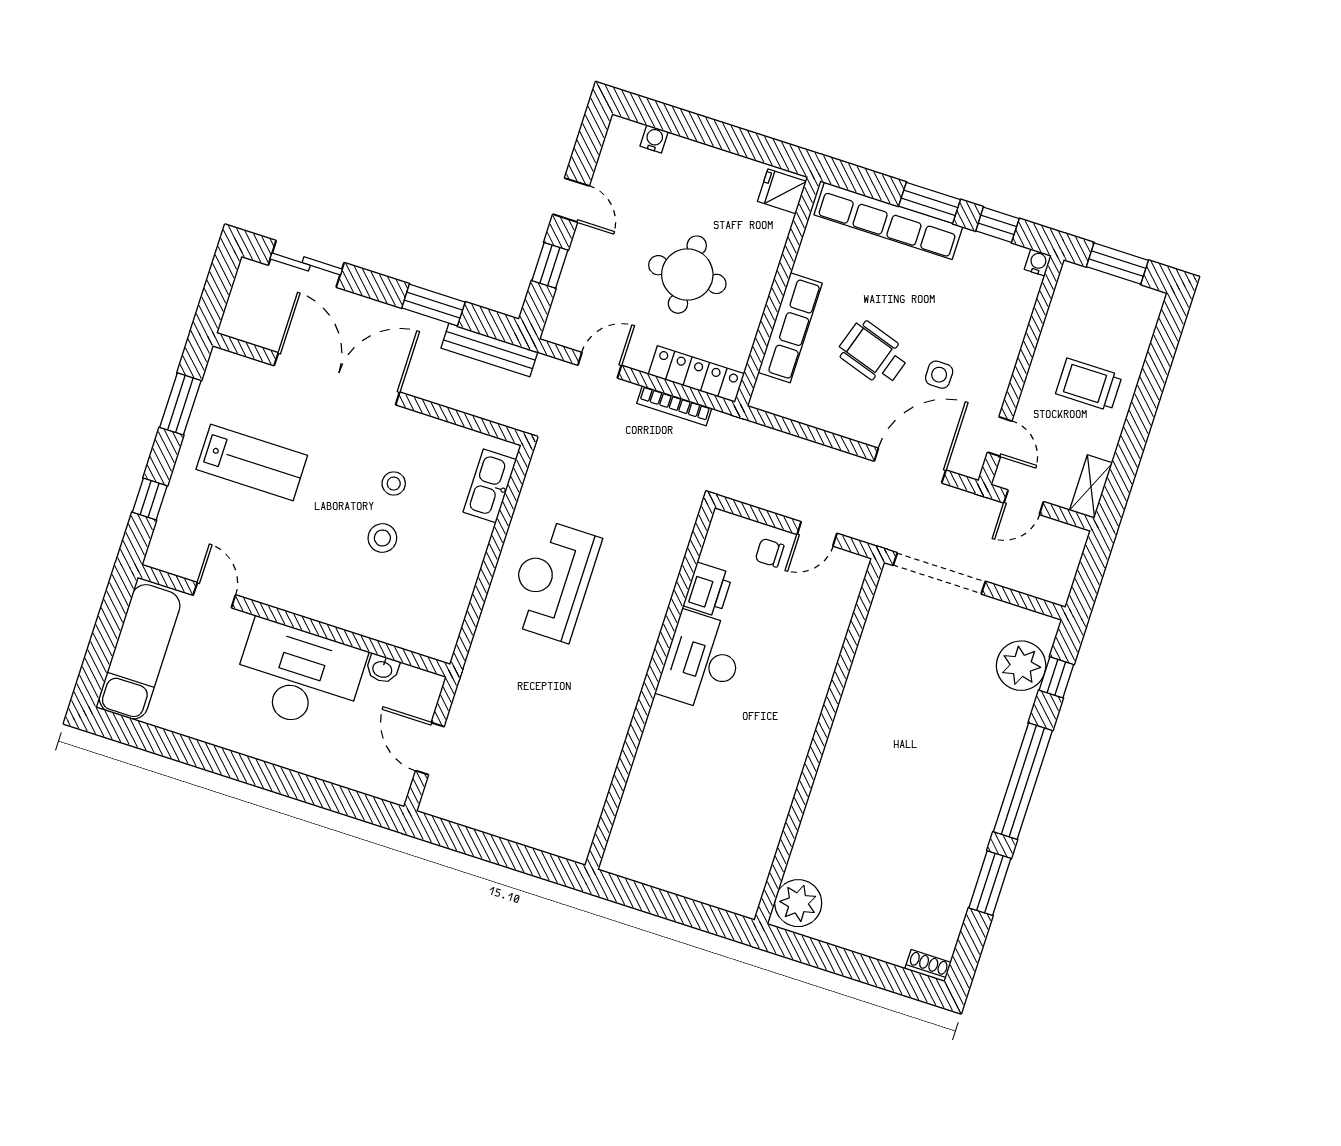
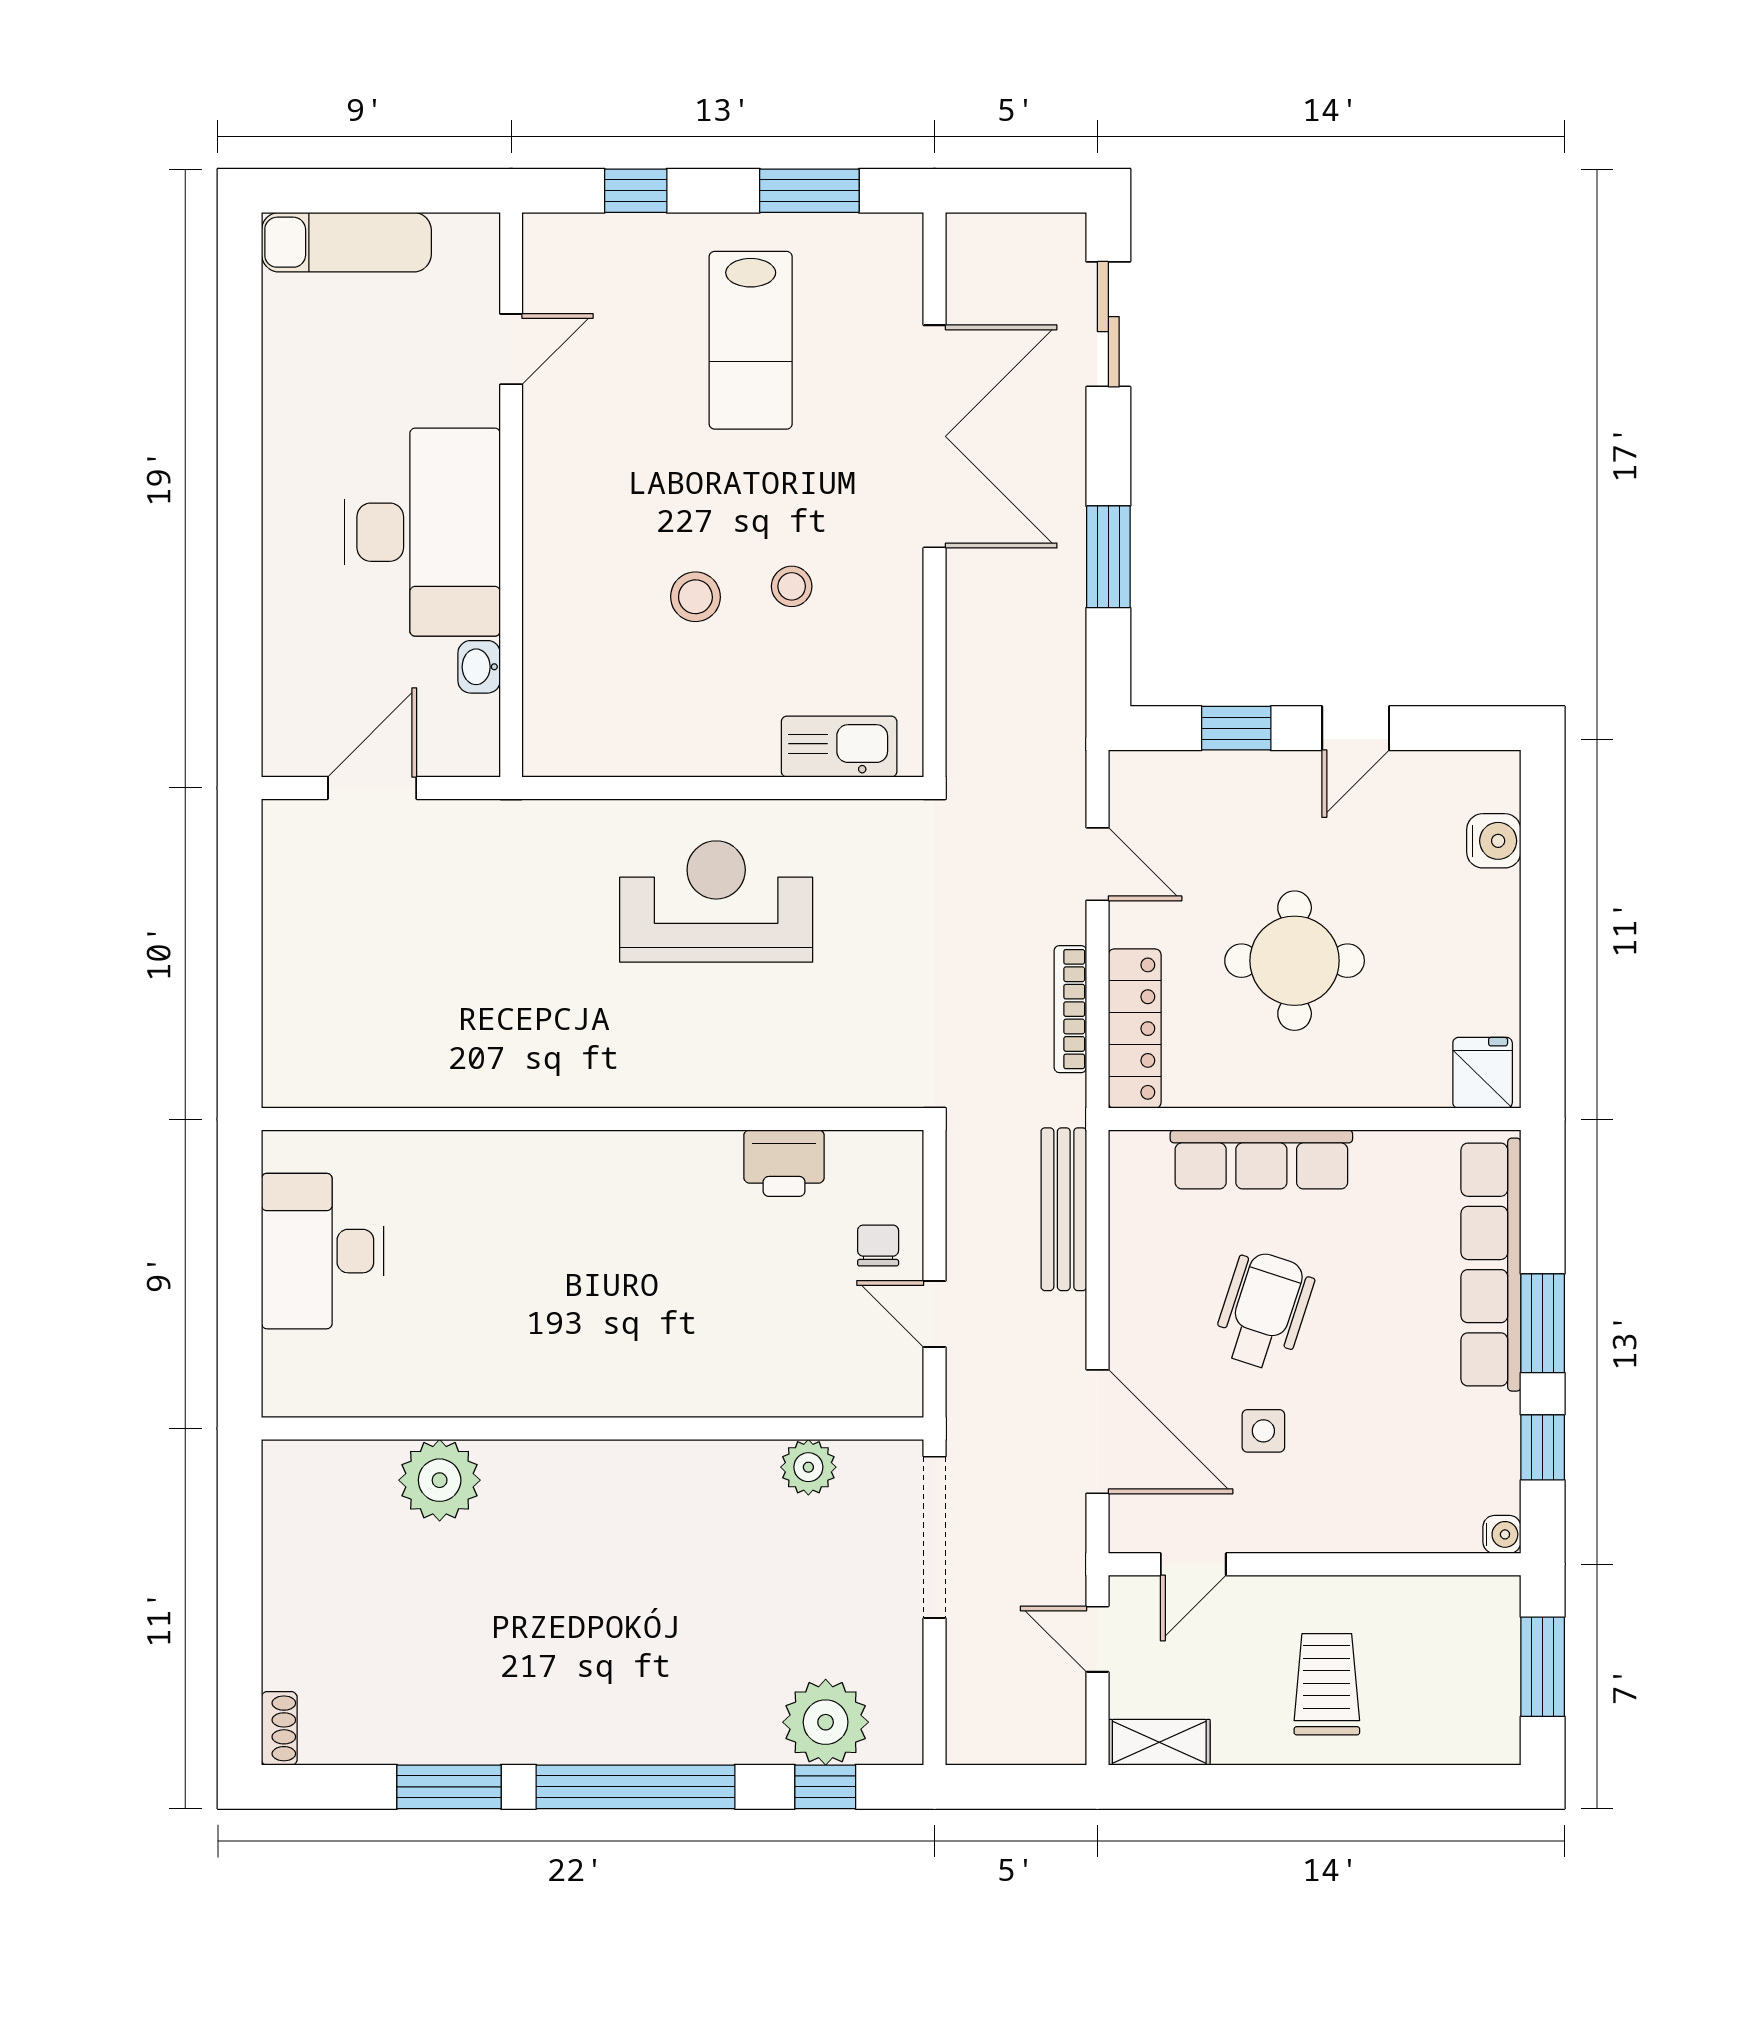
water cooler: (654, 139) -> (1494, 841), width x1.38, depth x1.38
bench: (489, 350) -> (1064, 1209), moved
plant: (879, 630) -> (808, 1467), added
exam couch: (140, 652) -> (346, 242), width x0.73, depth x0.69
desk: (702, 661) -> (322, 1251), moved, turned -90
plant: (798, 903) -> (440, 1480), moved

